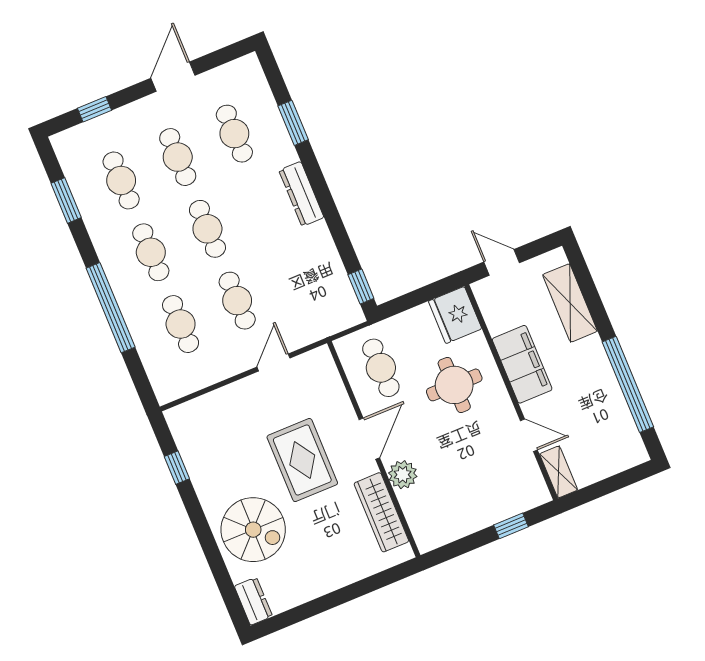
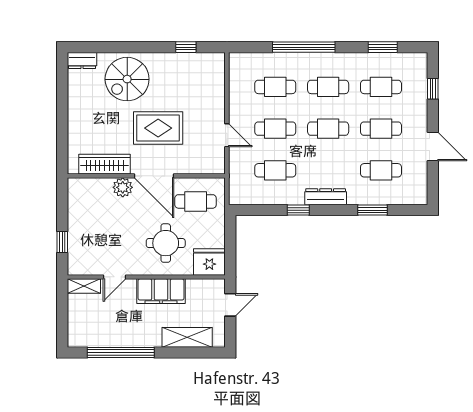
cafe table: (294, 277) -> (275, 170), added
window: (361, 286) -> (298, 210), moved
door: (369, 439) -> (154, 176), width x1.36

